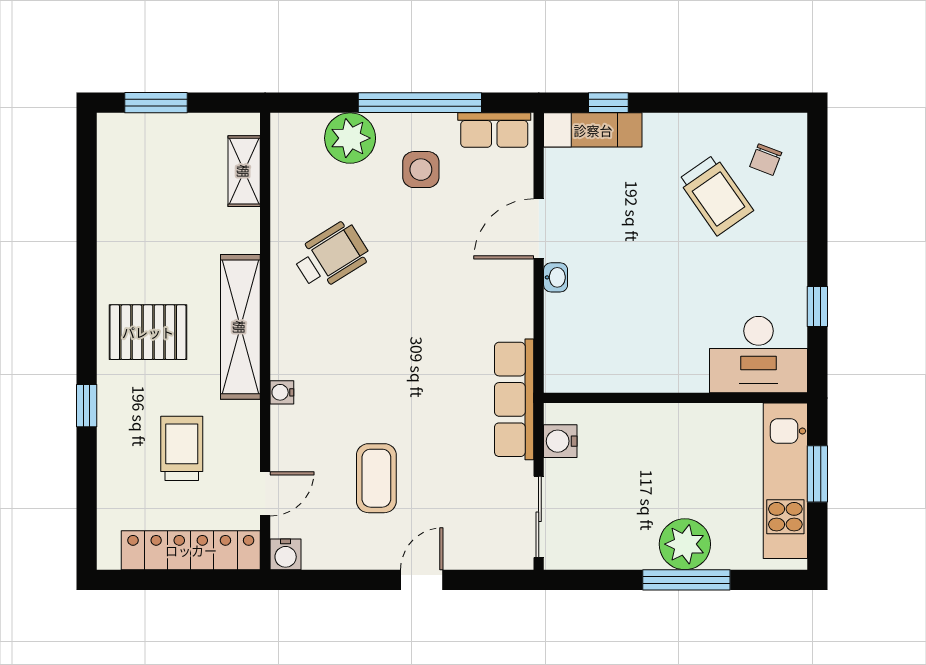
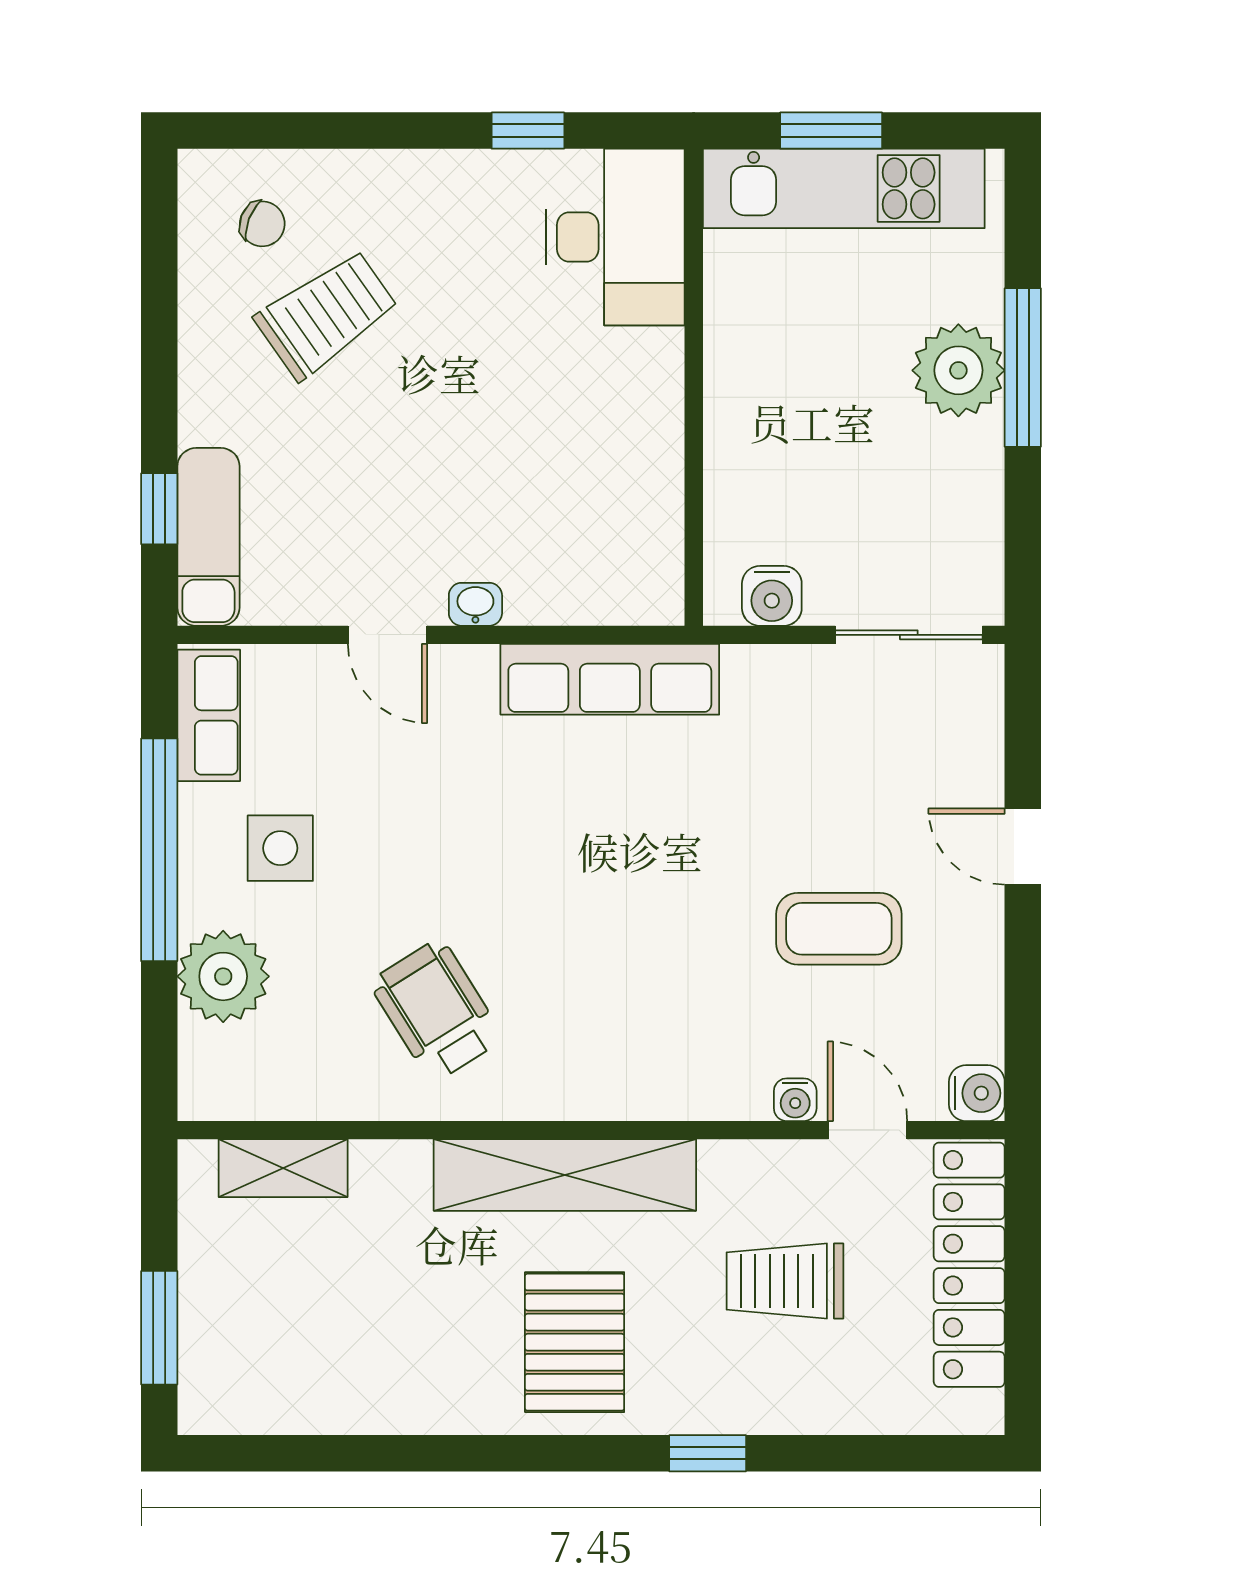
door: (539, 229) -> (388, 635), width x0.73
water cooler: (282, 392) -> (795, 1100), moved
row of seats: (514, 399) -> (610, 679), moved

